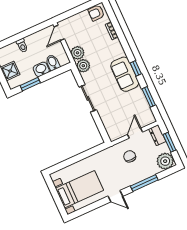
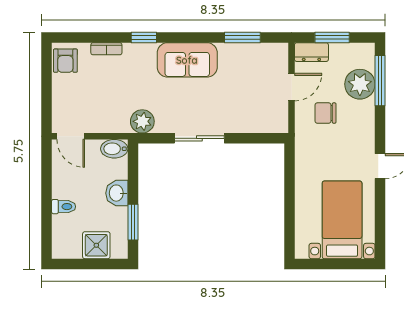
plant: (77, 53) -> (117, 121), removed
bidet: (53, 62) -> (114, 149), moved
window: (136, 68) -> (144, 37), moved
door: (135, 133) -> (292, 87), swing flipped
plant: (165, 161) -> (360, 84), moved
window: (144, 183) -> (380, 81), moved

